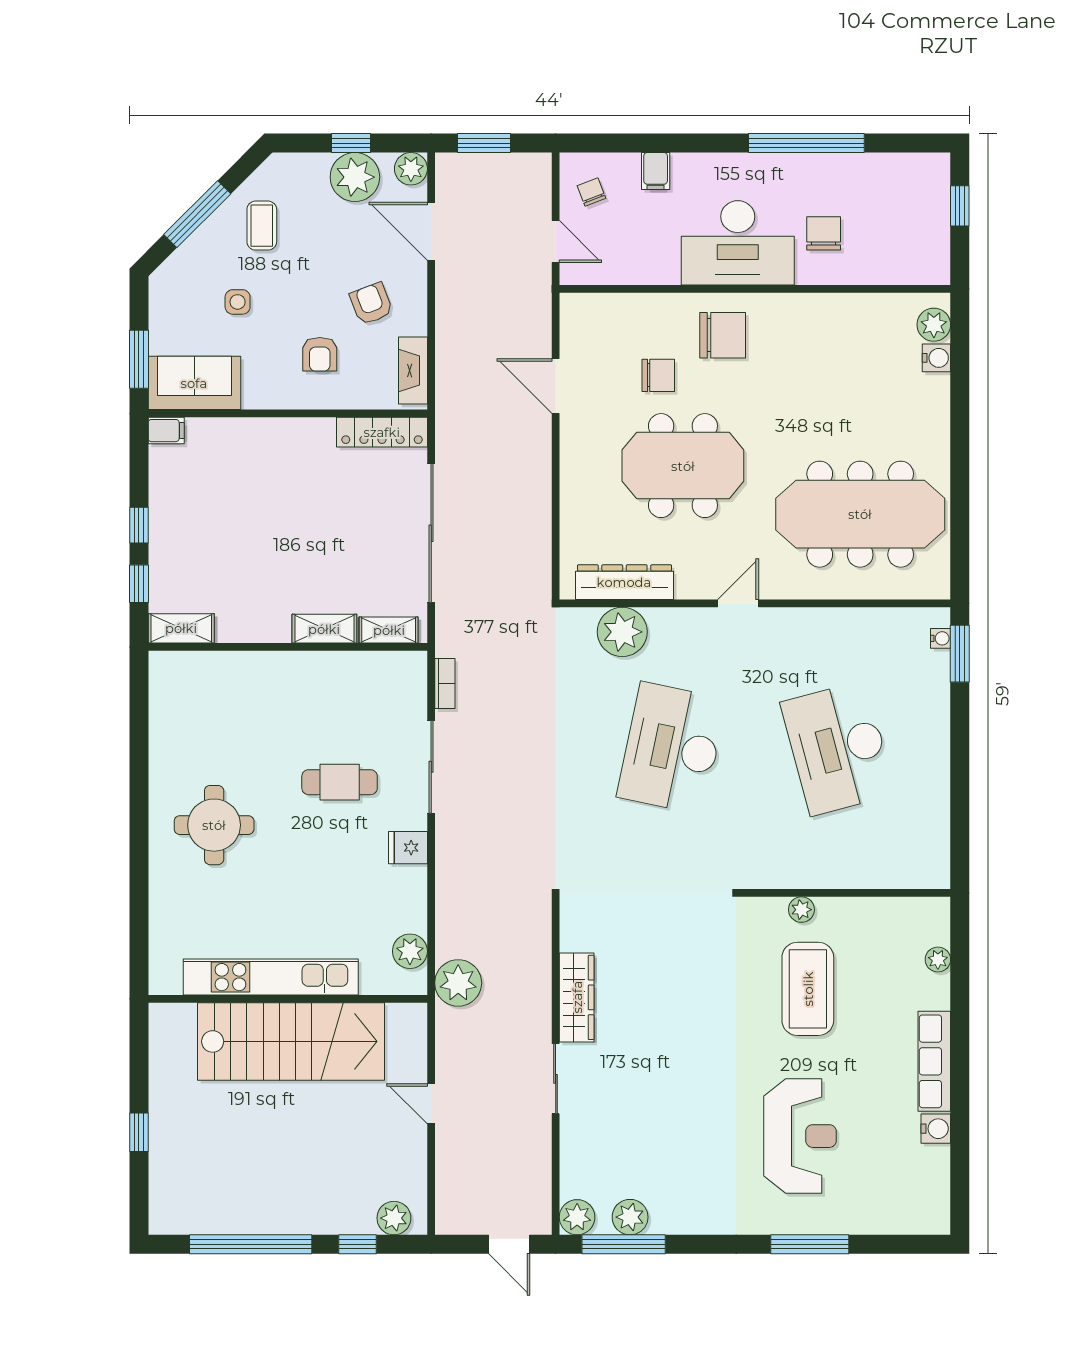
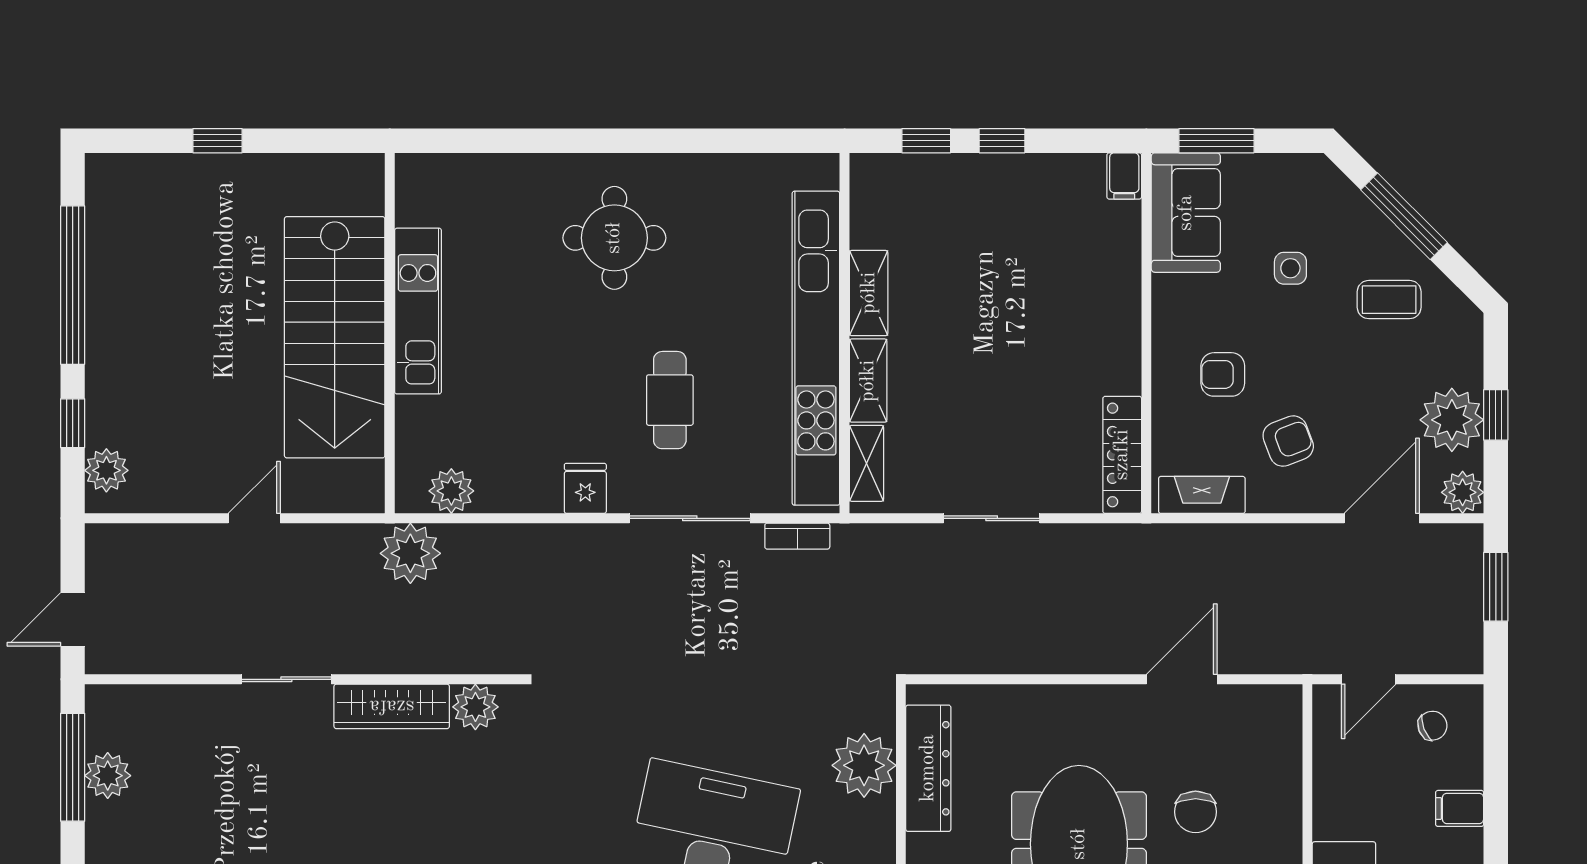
sliding door: (431, 533) -> (992, 518), width x0.54
shelving: (181, 628) -> (869, 293), moved
kitchen unit: (299, 669) -> (816, 348), added
kitchen unit: (271, 977) -> (418, 311), width x0.73
plant: (577, 1217) -> (475, 707), moved

